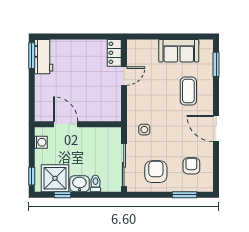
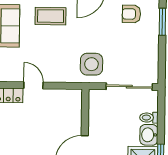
side table: (144, 130) -> (91, 64), width x1.87, depth x1.87
armchair: (156, 172) -> (137, 52), removed

